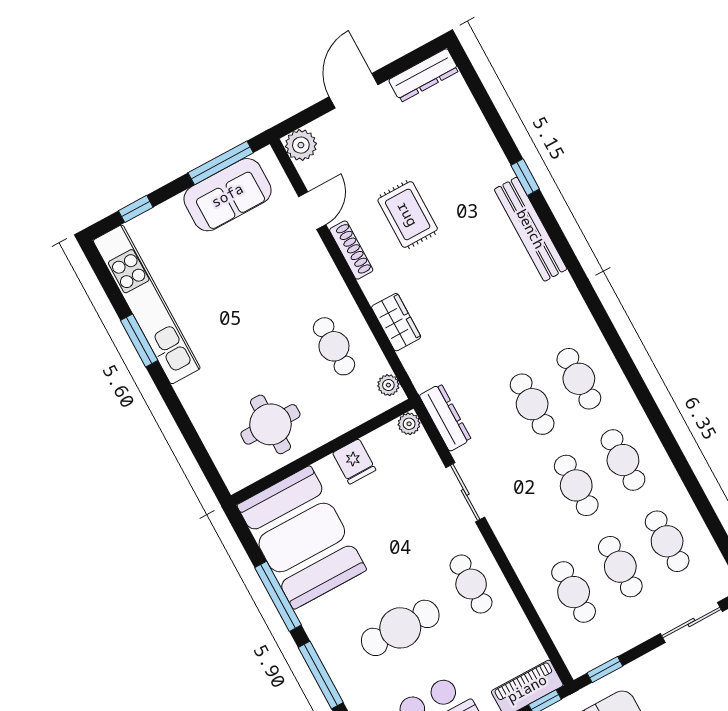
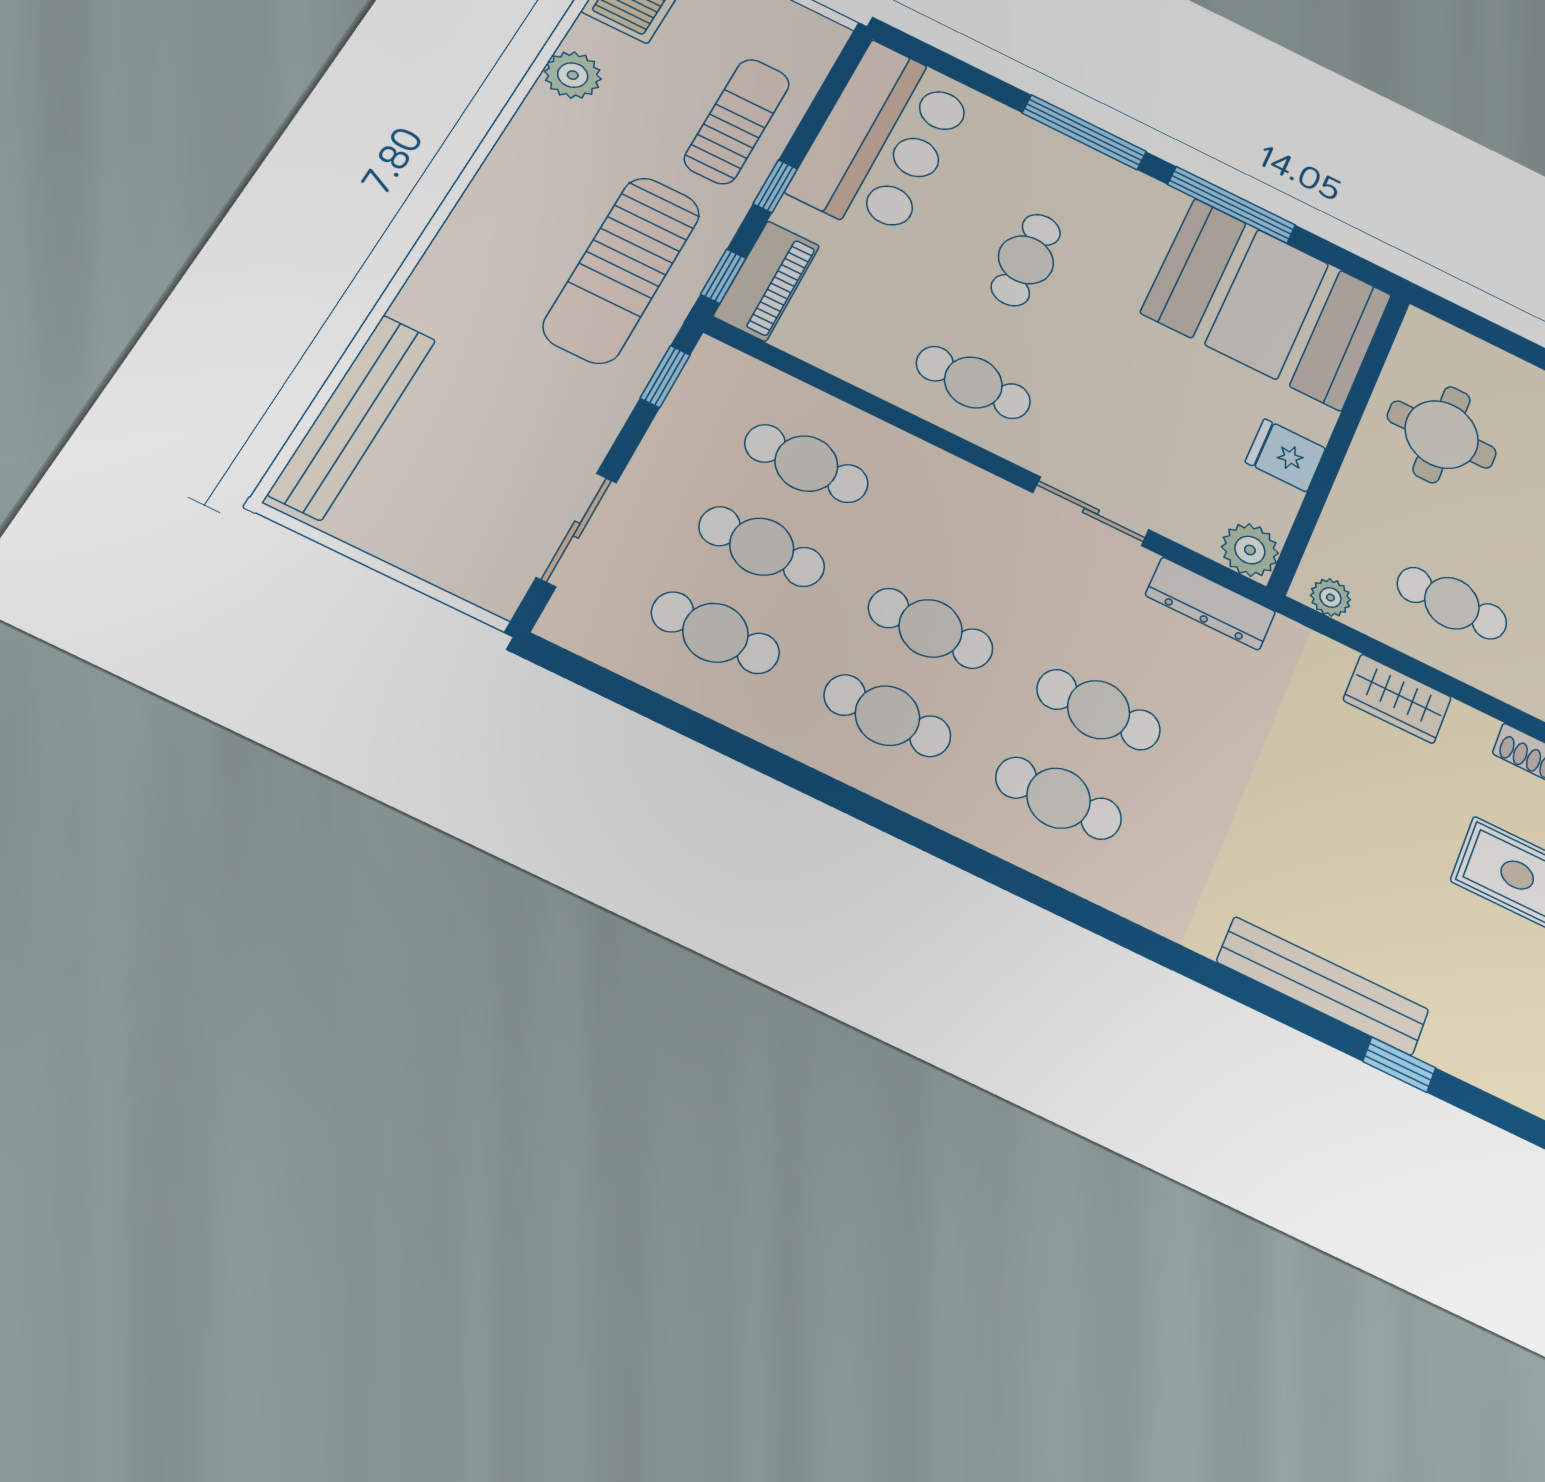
plant: (409, 424) -> (1250, 550), width x1.38, depth x1.38
cafe table: (400, 628) -> (1026, 260), width x0.73, depth x0.74

